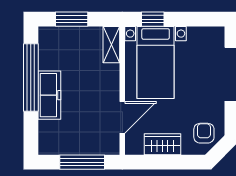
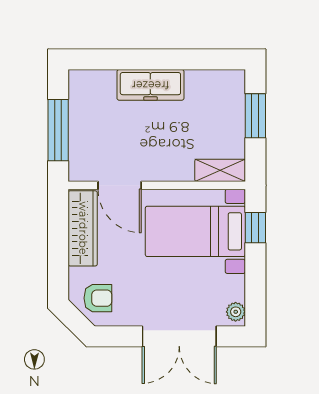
plant: (214, 33) -> (236, 312), added
window: (31, 78) -> (175, 59), removed
wardrobe: (162, 144) -> (83, 228), width x1.50

